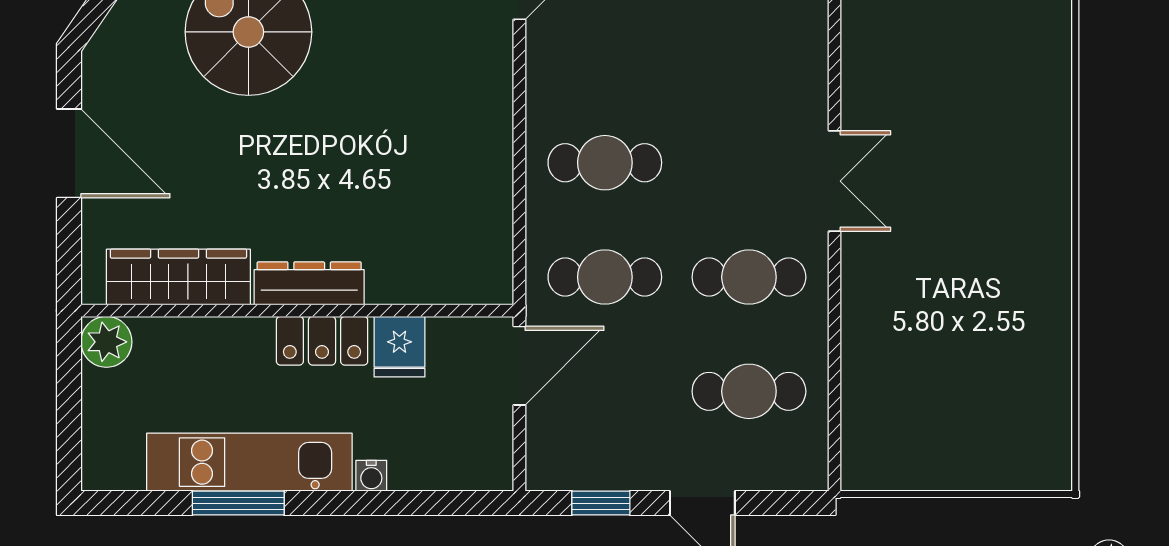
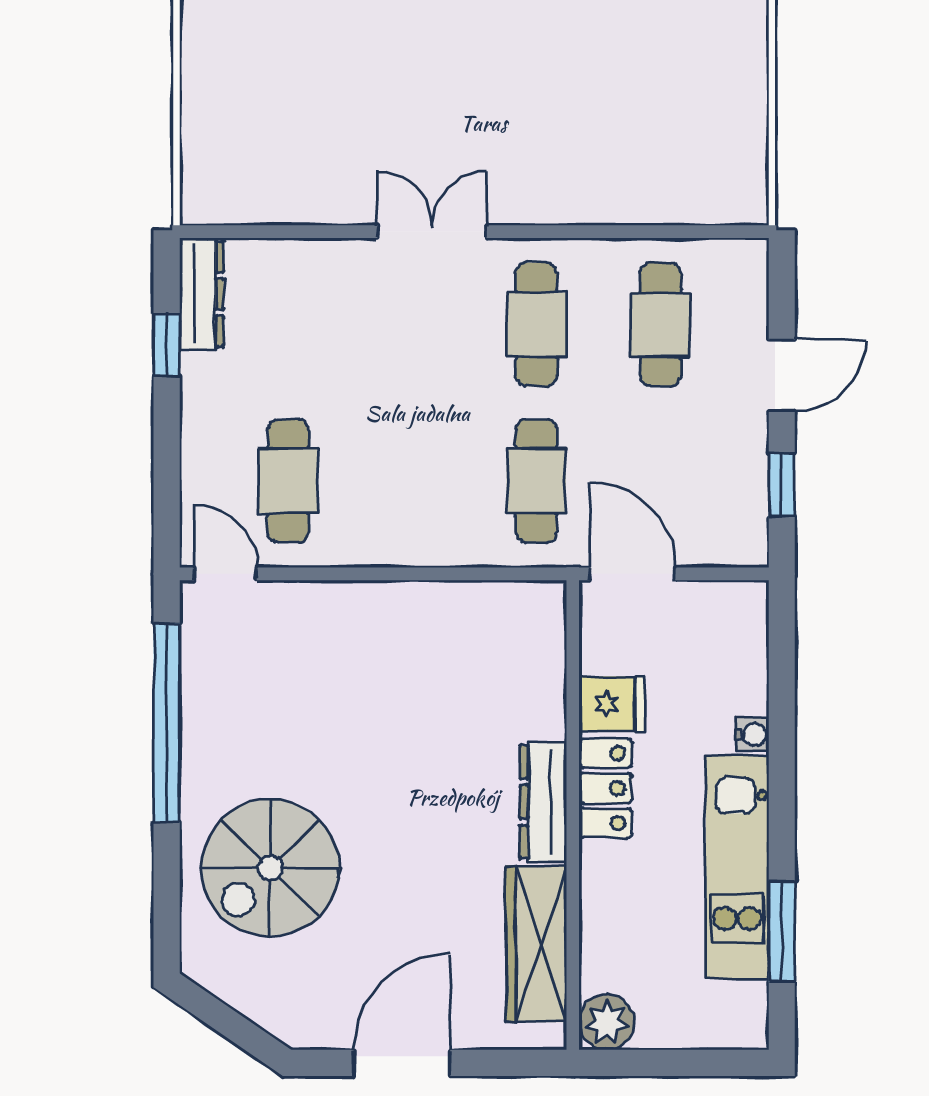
cafe table: (605, 163) -> (288, 481), moved
window: (238, 503) -> (782, 932), moved

